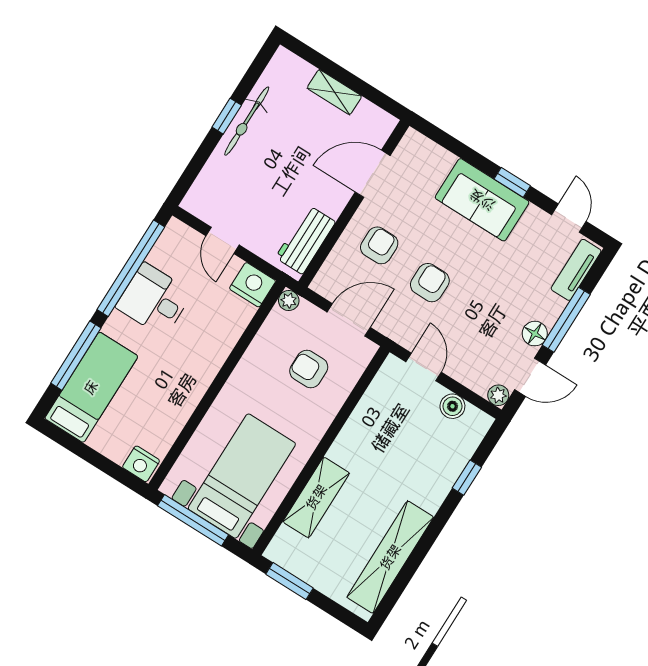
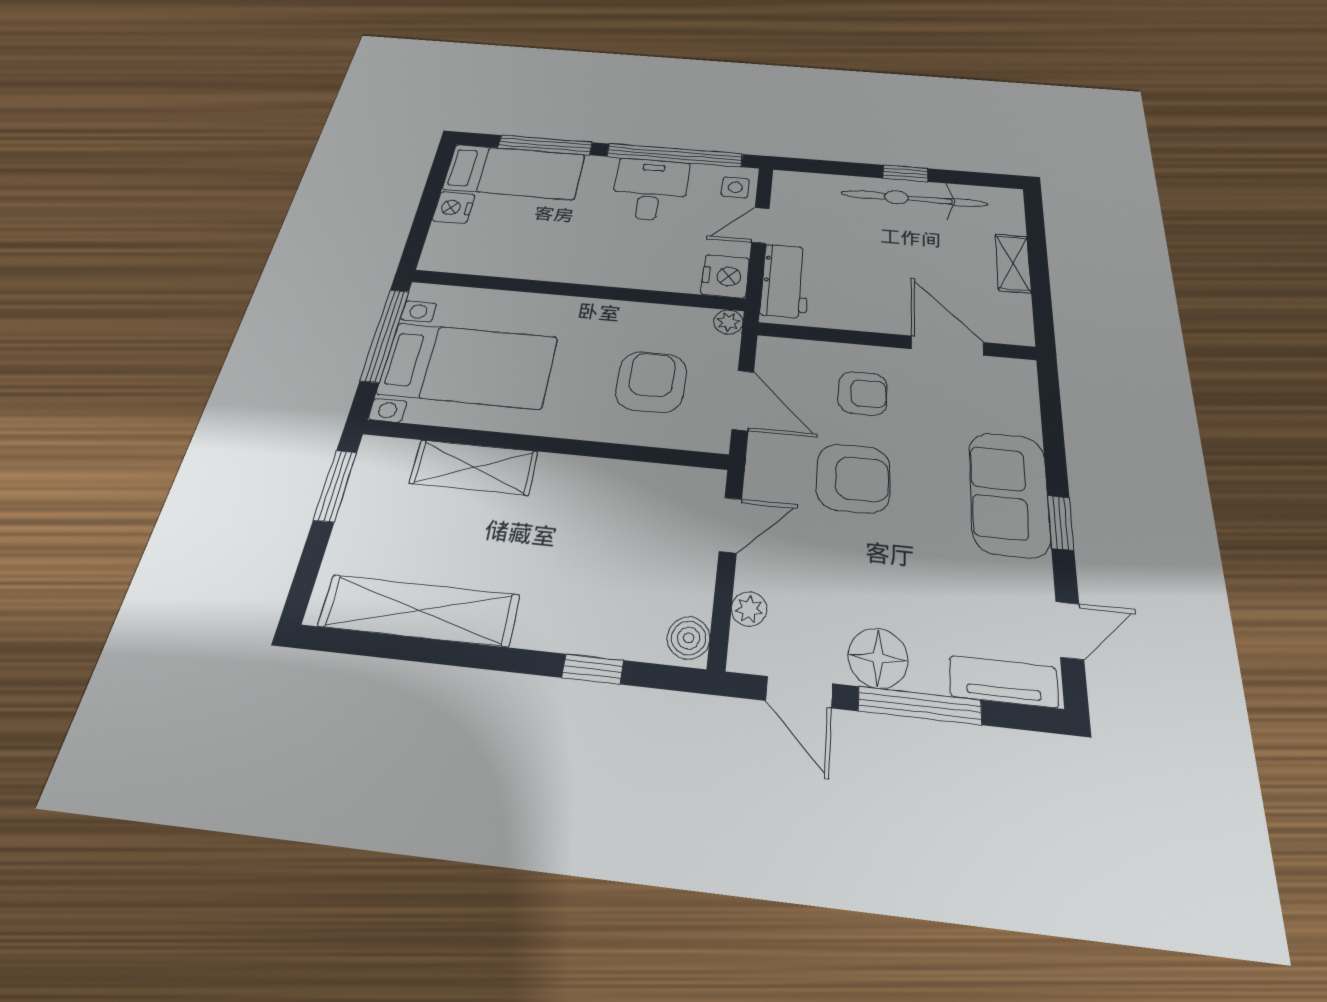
bicycle: (247, 121) -> (914, 199), width x1.37, depth x1.40
side table: (181, 240) -> (735, 187), added
workbench: (305, 240) -> (785, 281), moved, turned 90
armchair: (430, 283) -> (853, 478), width x1.38, depth x1.38
floor lamp: (535, 334) -> (878, 658), width x1.38, depth x1.38
armchair: (309, 369) -> (651, 382), width x1.38, depth x1.38
plant: (498, 395) -> (749, 609), moved
boiler: (452, 406) -> (689, 638), moved
nightstand: (141, 464) -> (454, 208), moved

